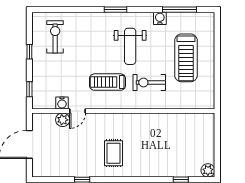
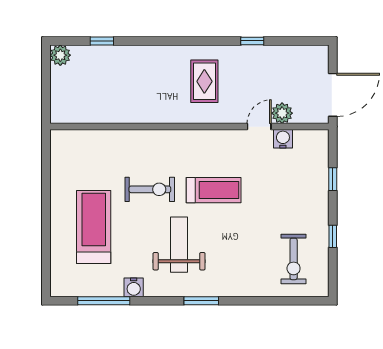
water cooler: (62, 103) -> (283, 139), moved
door: (78, 111) -> (259, 127), moved
wall: (123, 111) -> (189, 127), moved
plant: (63, 120) -> (282, 113), moved

